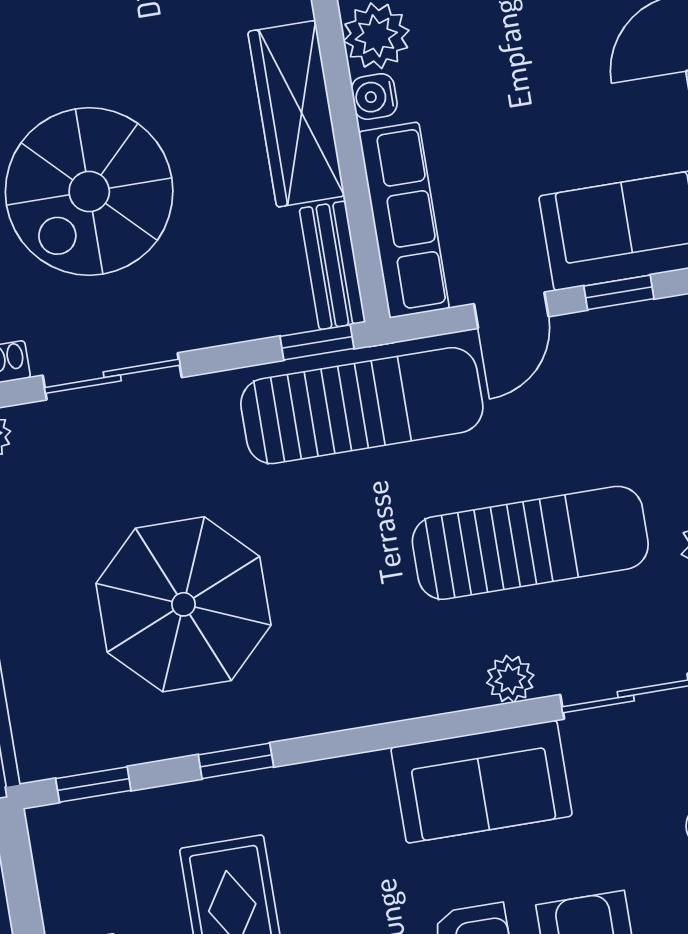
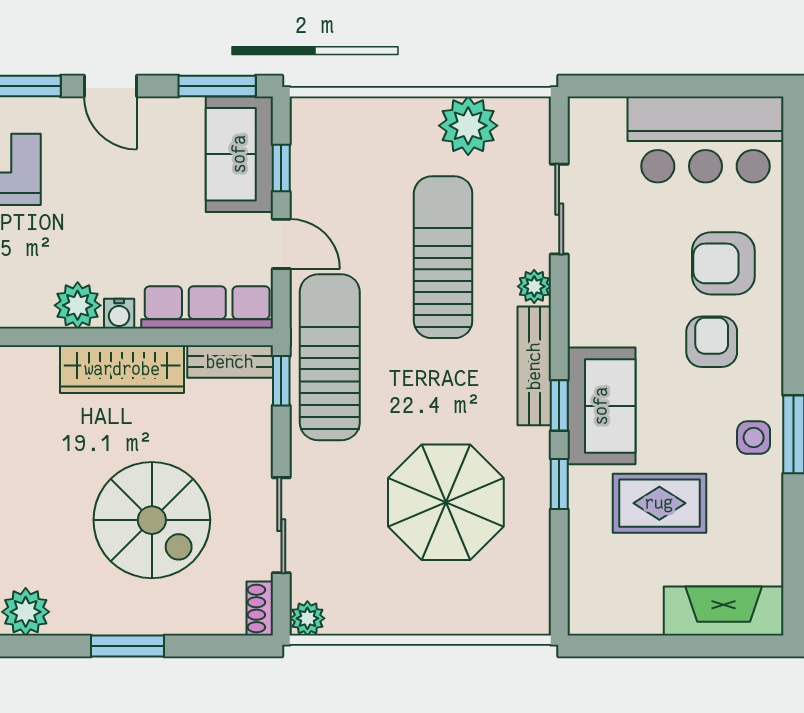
bench: (398, 698) -> (534, 366), added
sofa: (482, 782) -> (601, 406), moved
window: (93, 784) -> (559, 405), moved

